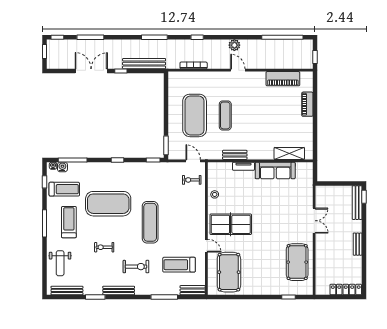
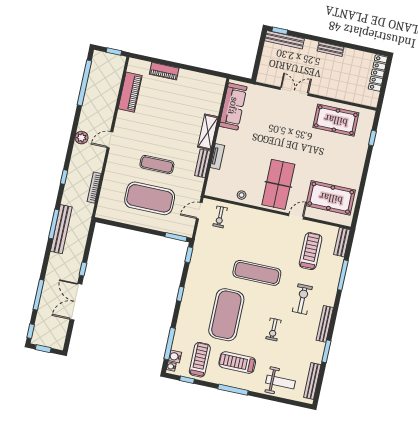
bench: (144, 64) -> (61, 229), moved
shelving: (289, 153) -> (208, 132), moved
sofa: (275, 171) -> (233, 106), moved
treadmill: (179, 265) -> (311, 251), turned 180

